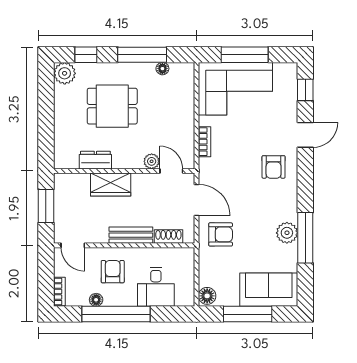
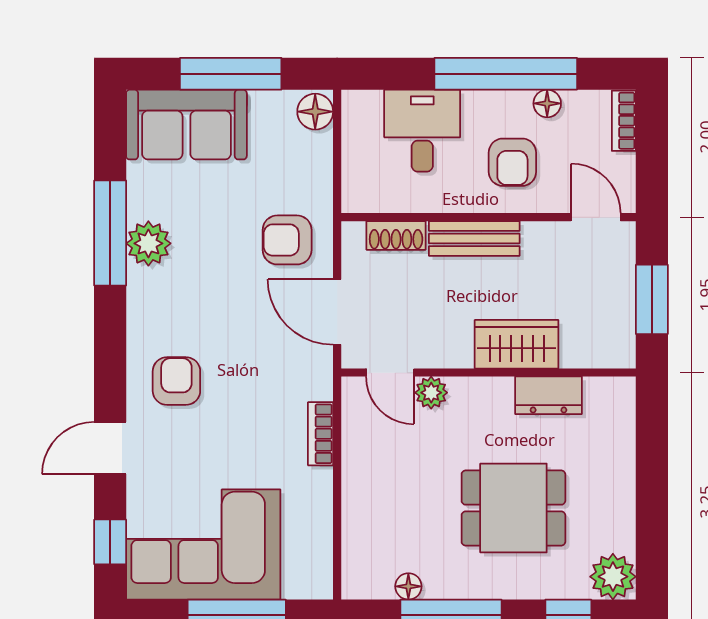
corner sofa: (235, 89) -> (203, 544), moved

